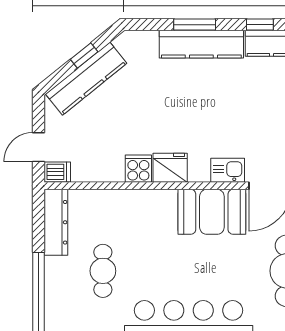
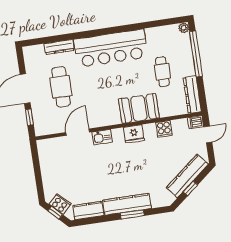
window: (260, 25) -> (96, 220), removed
cooker: (138, 169) -> (164, 129), moved
booth: (212, 212) -> (139, 108), moved

